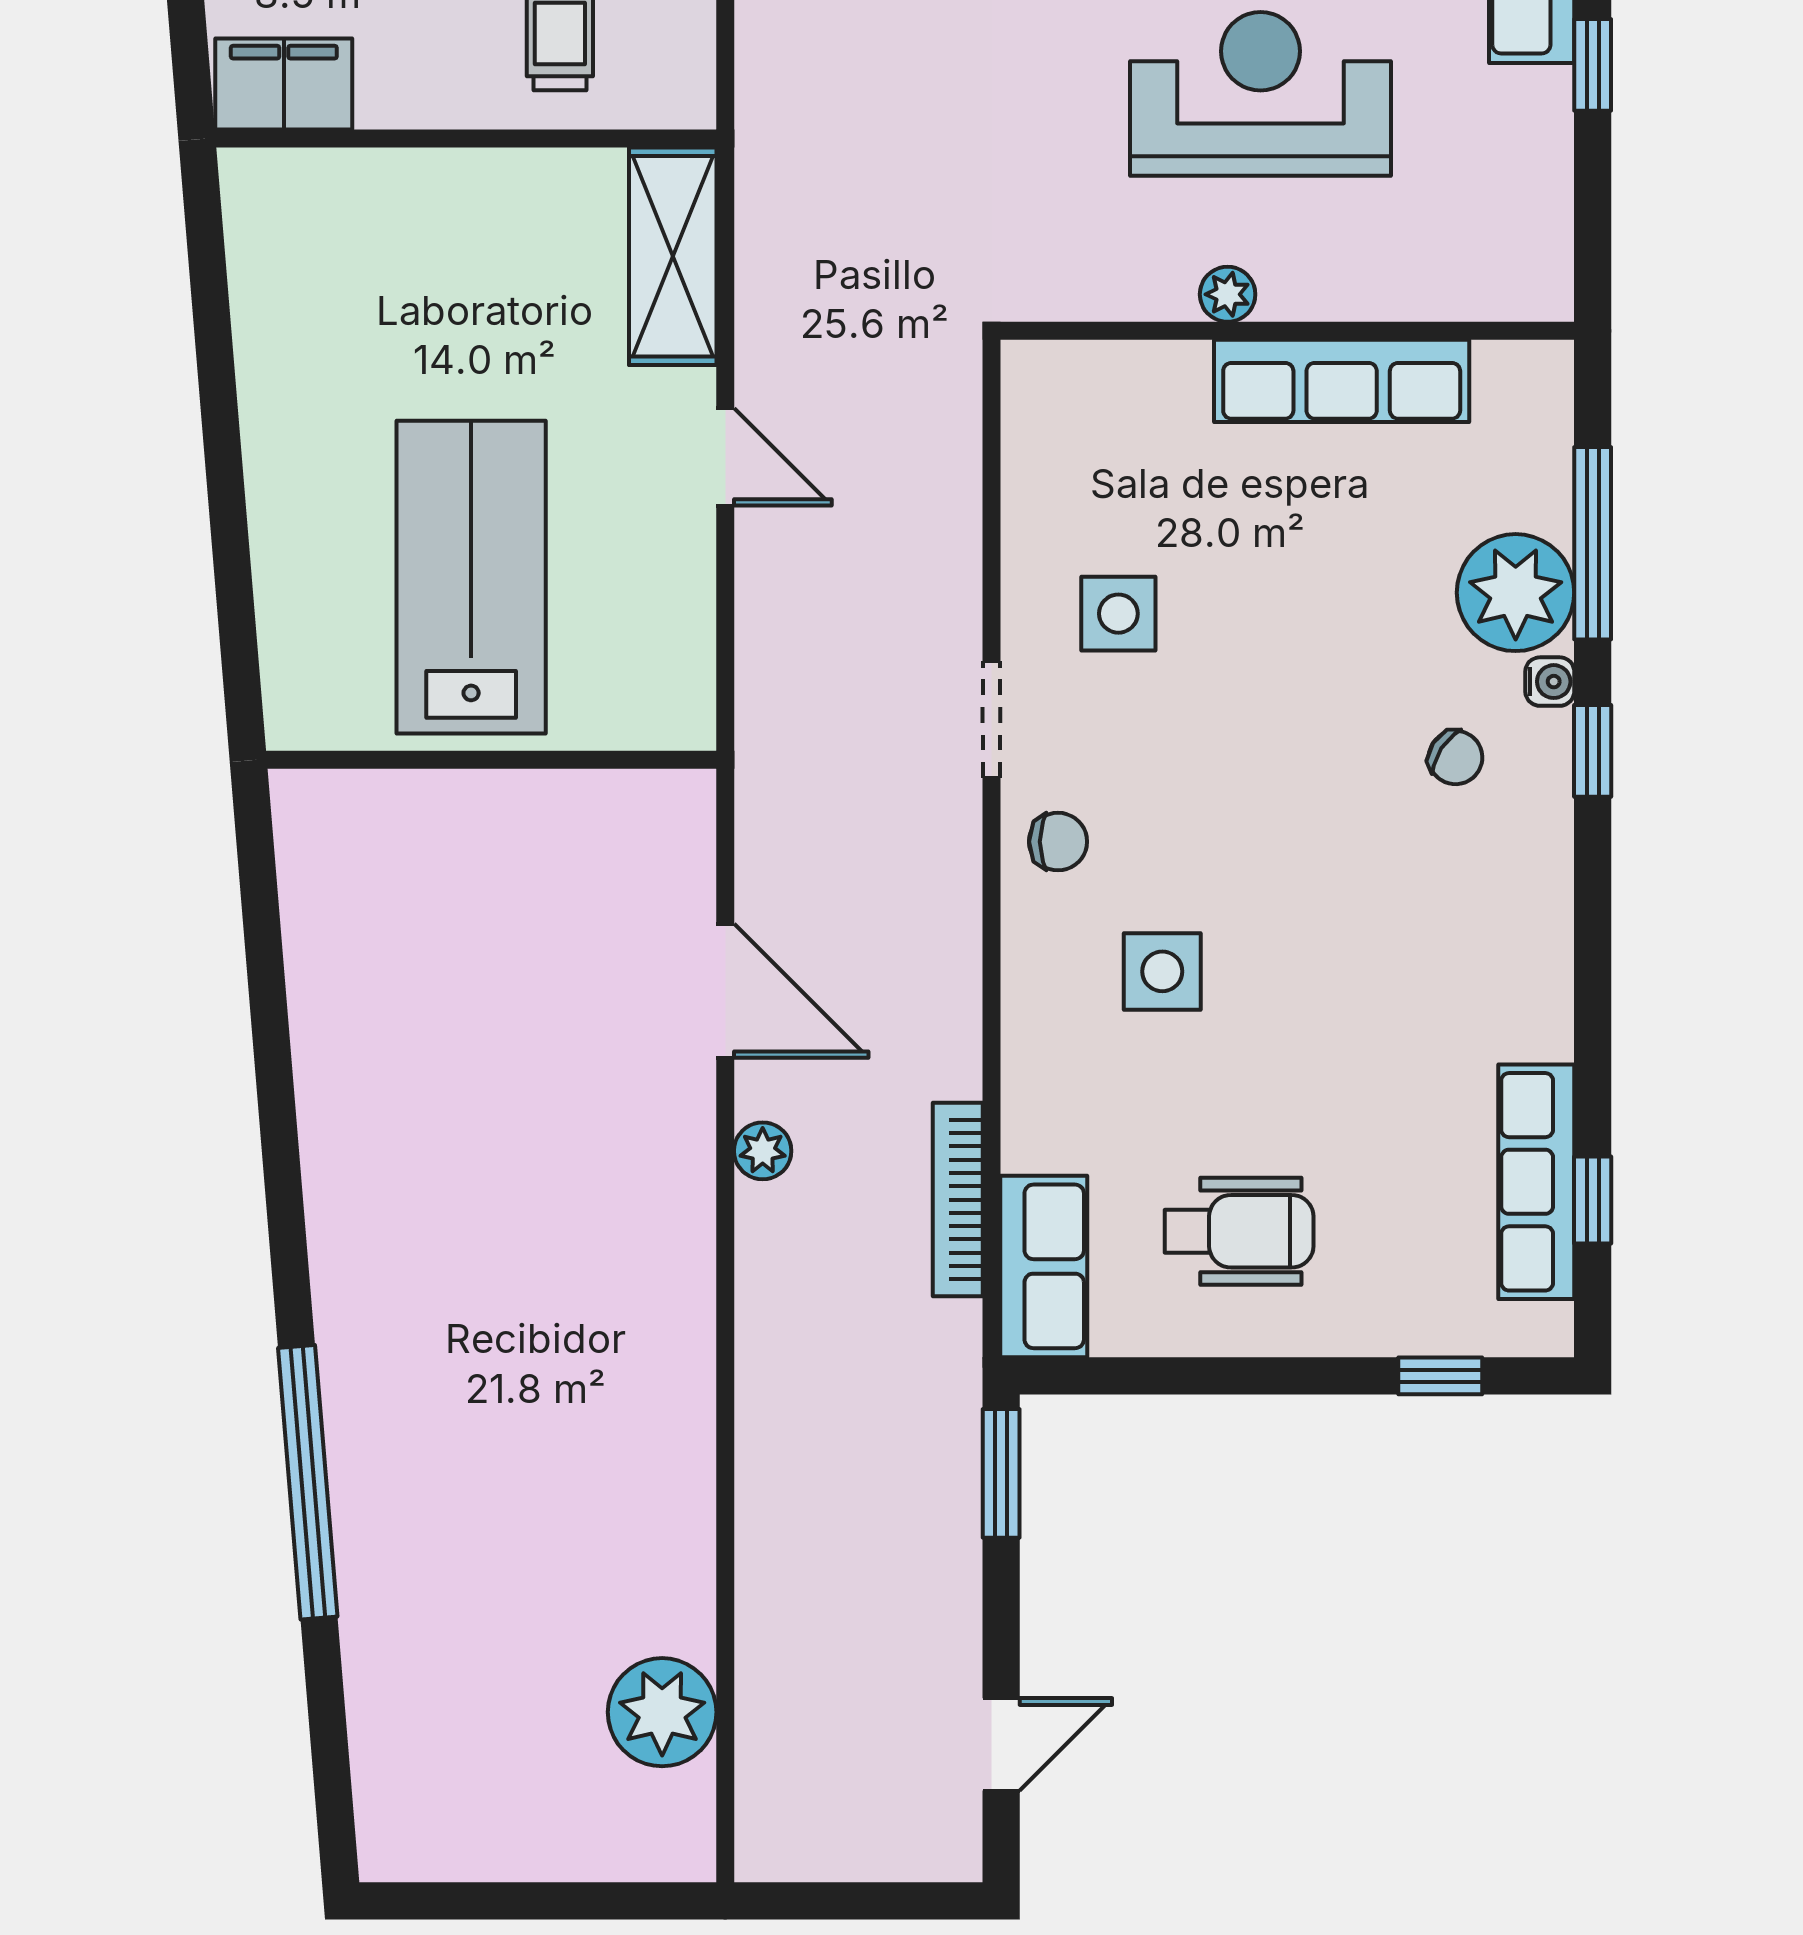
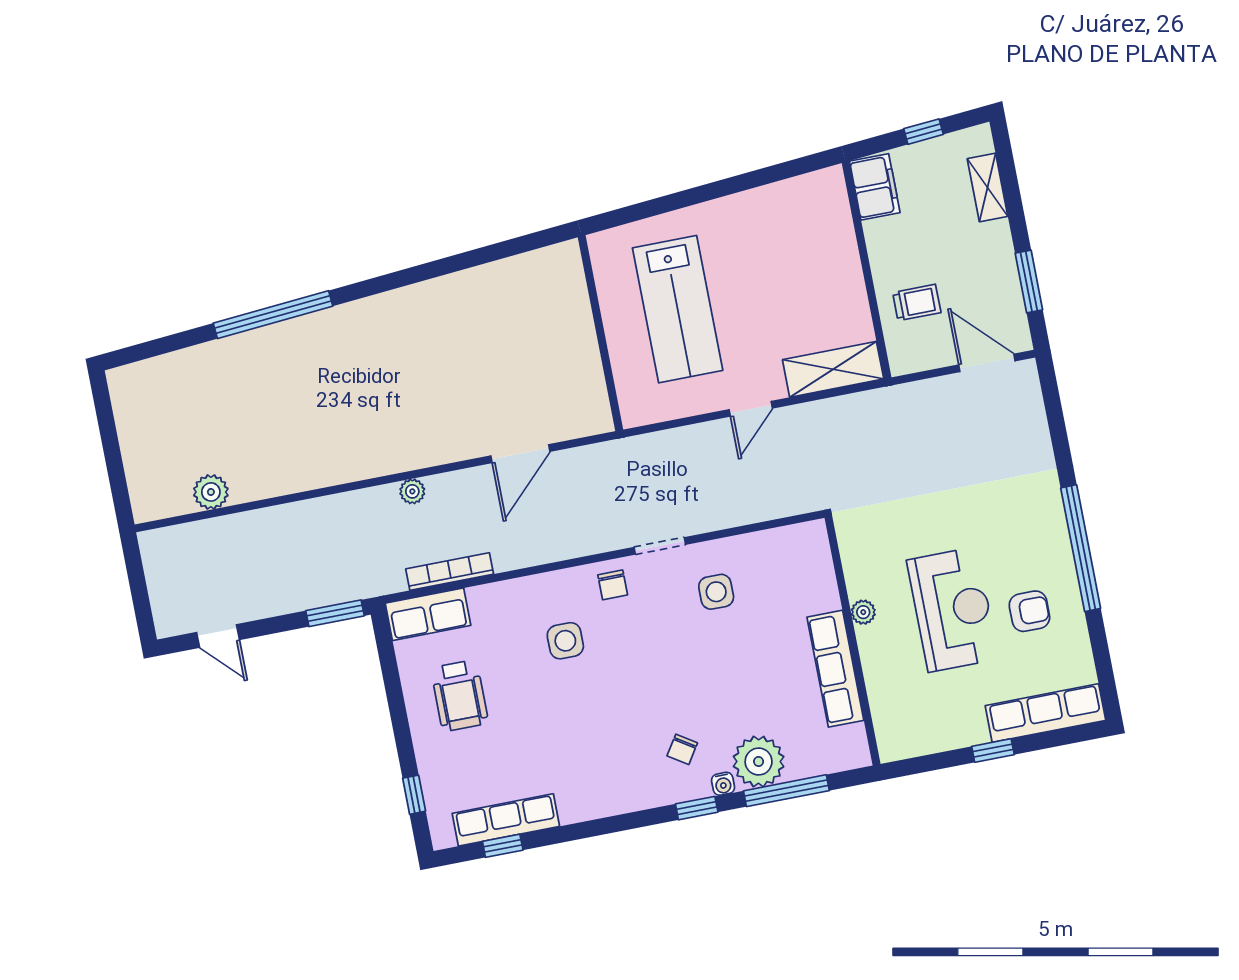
lab bench: (471, 577) -> (678, 309), turned 90
plant: (763, 1151) -> (412, 491), moved
plant: (662, 1712) -> (211, 492), width x0.73, depth x0.73

